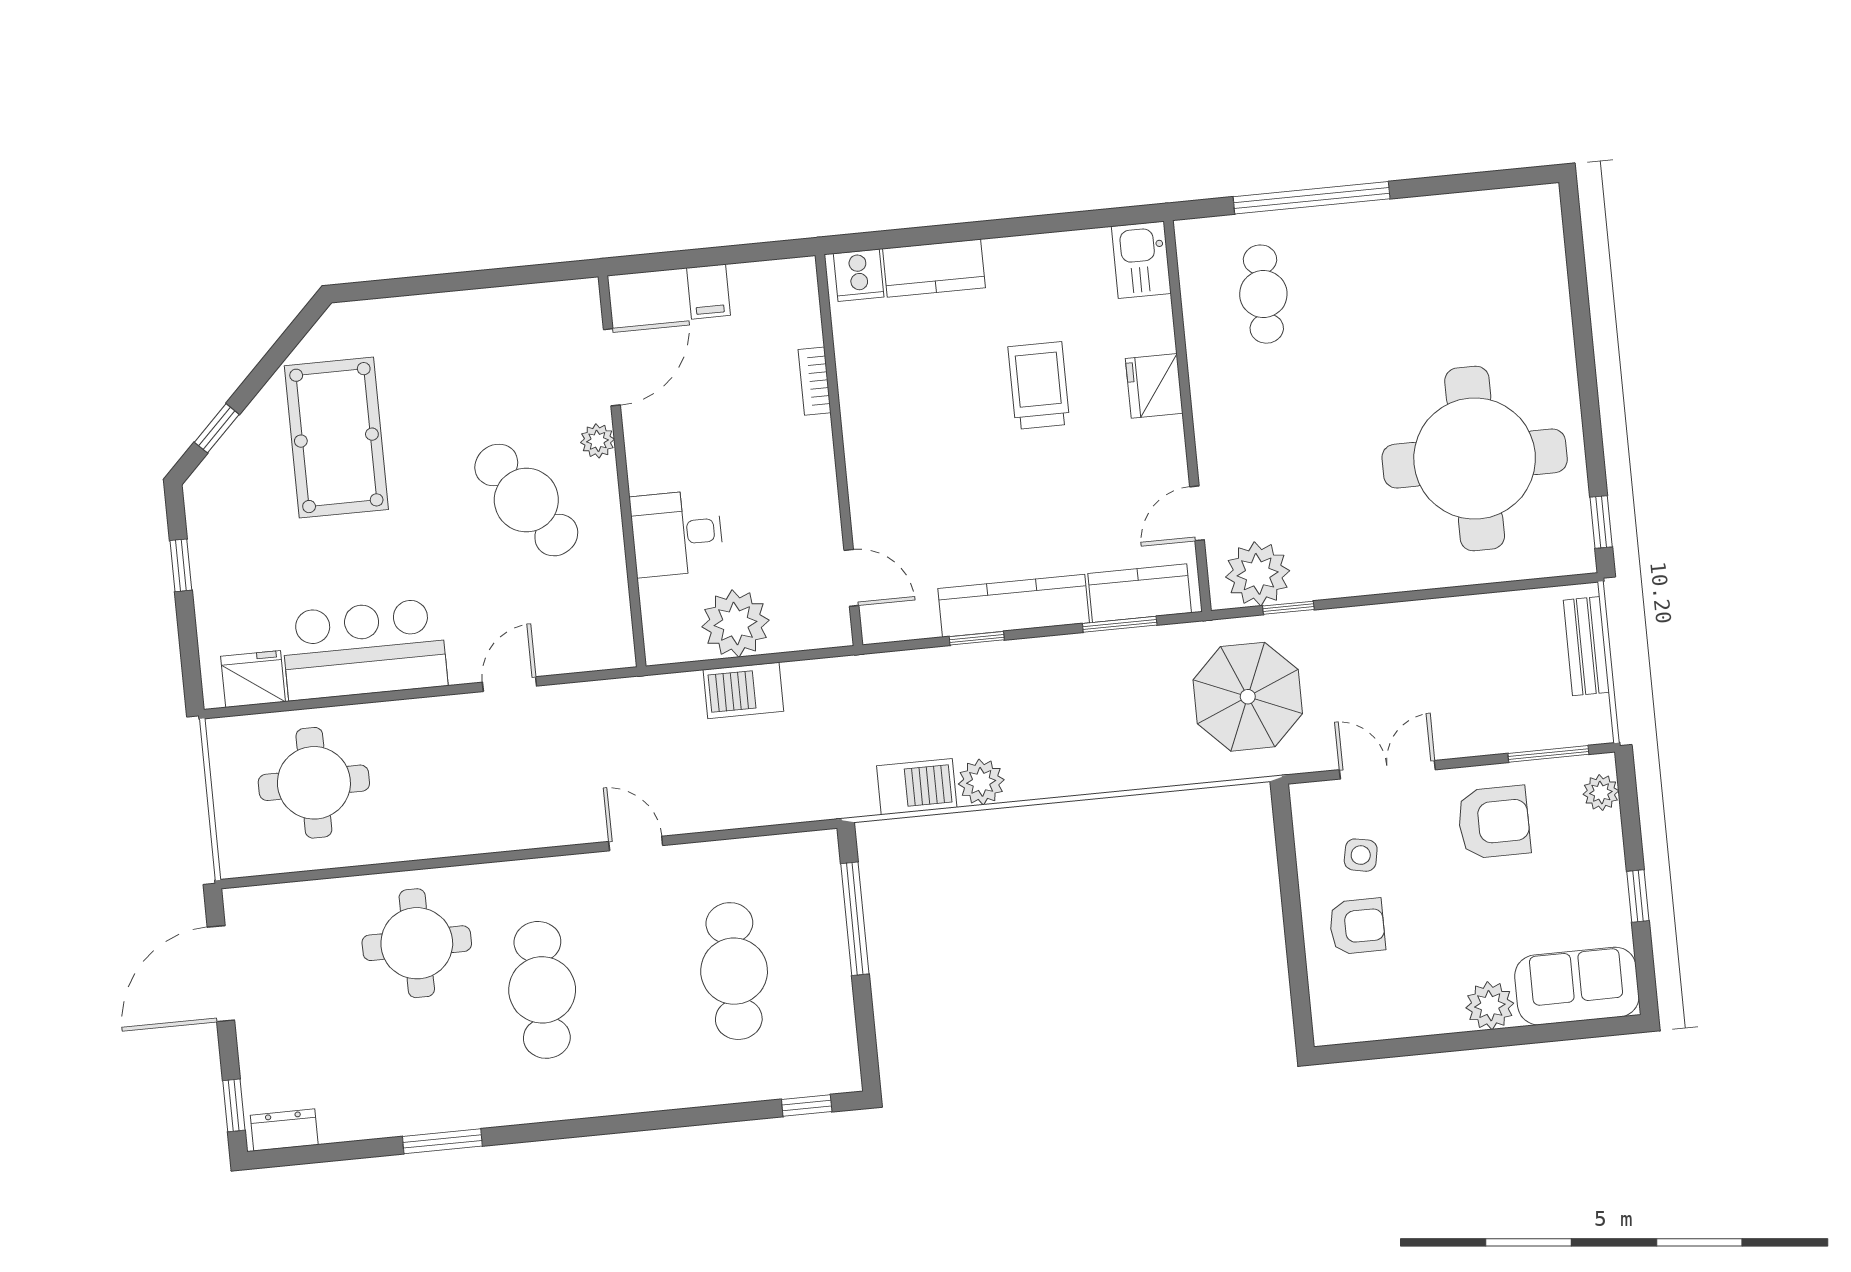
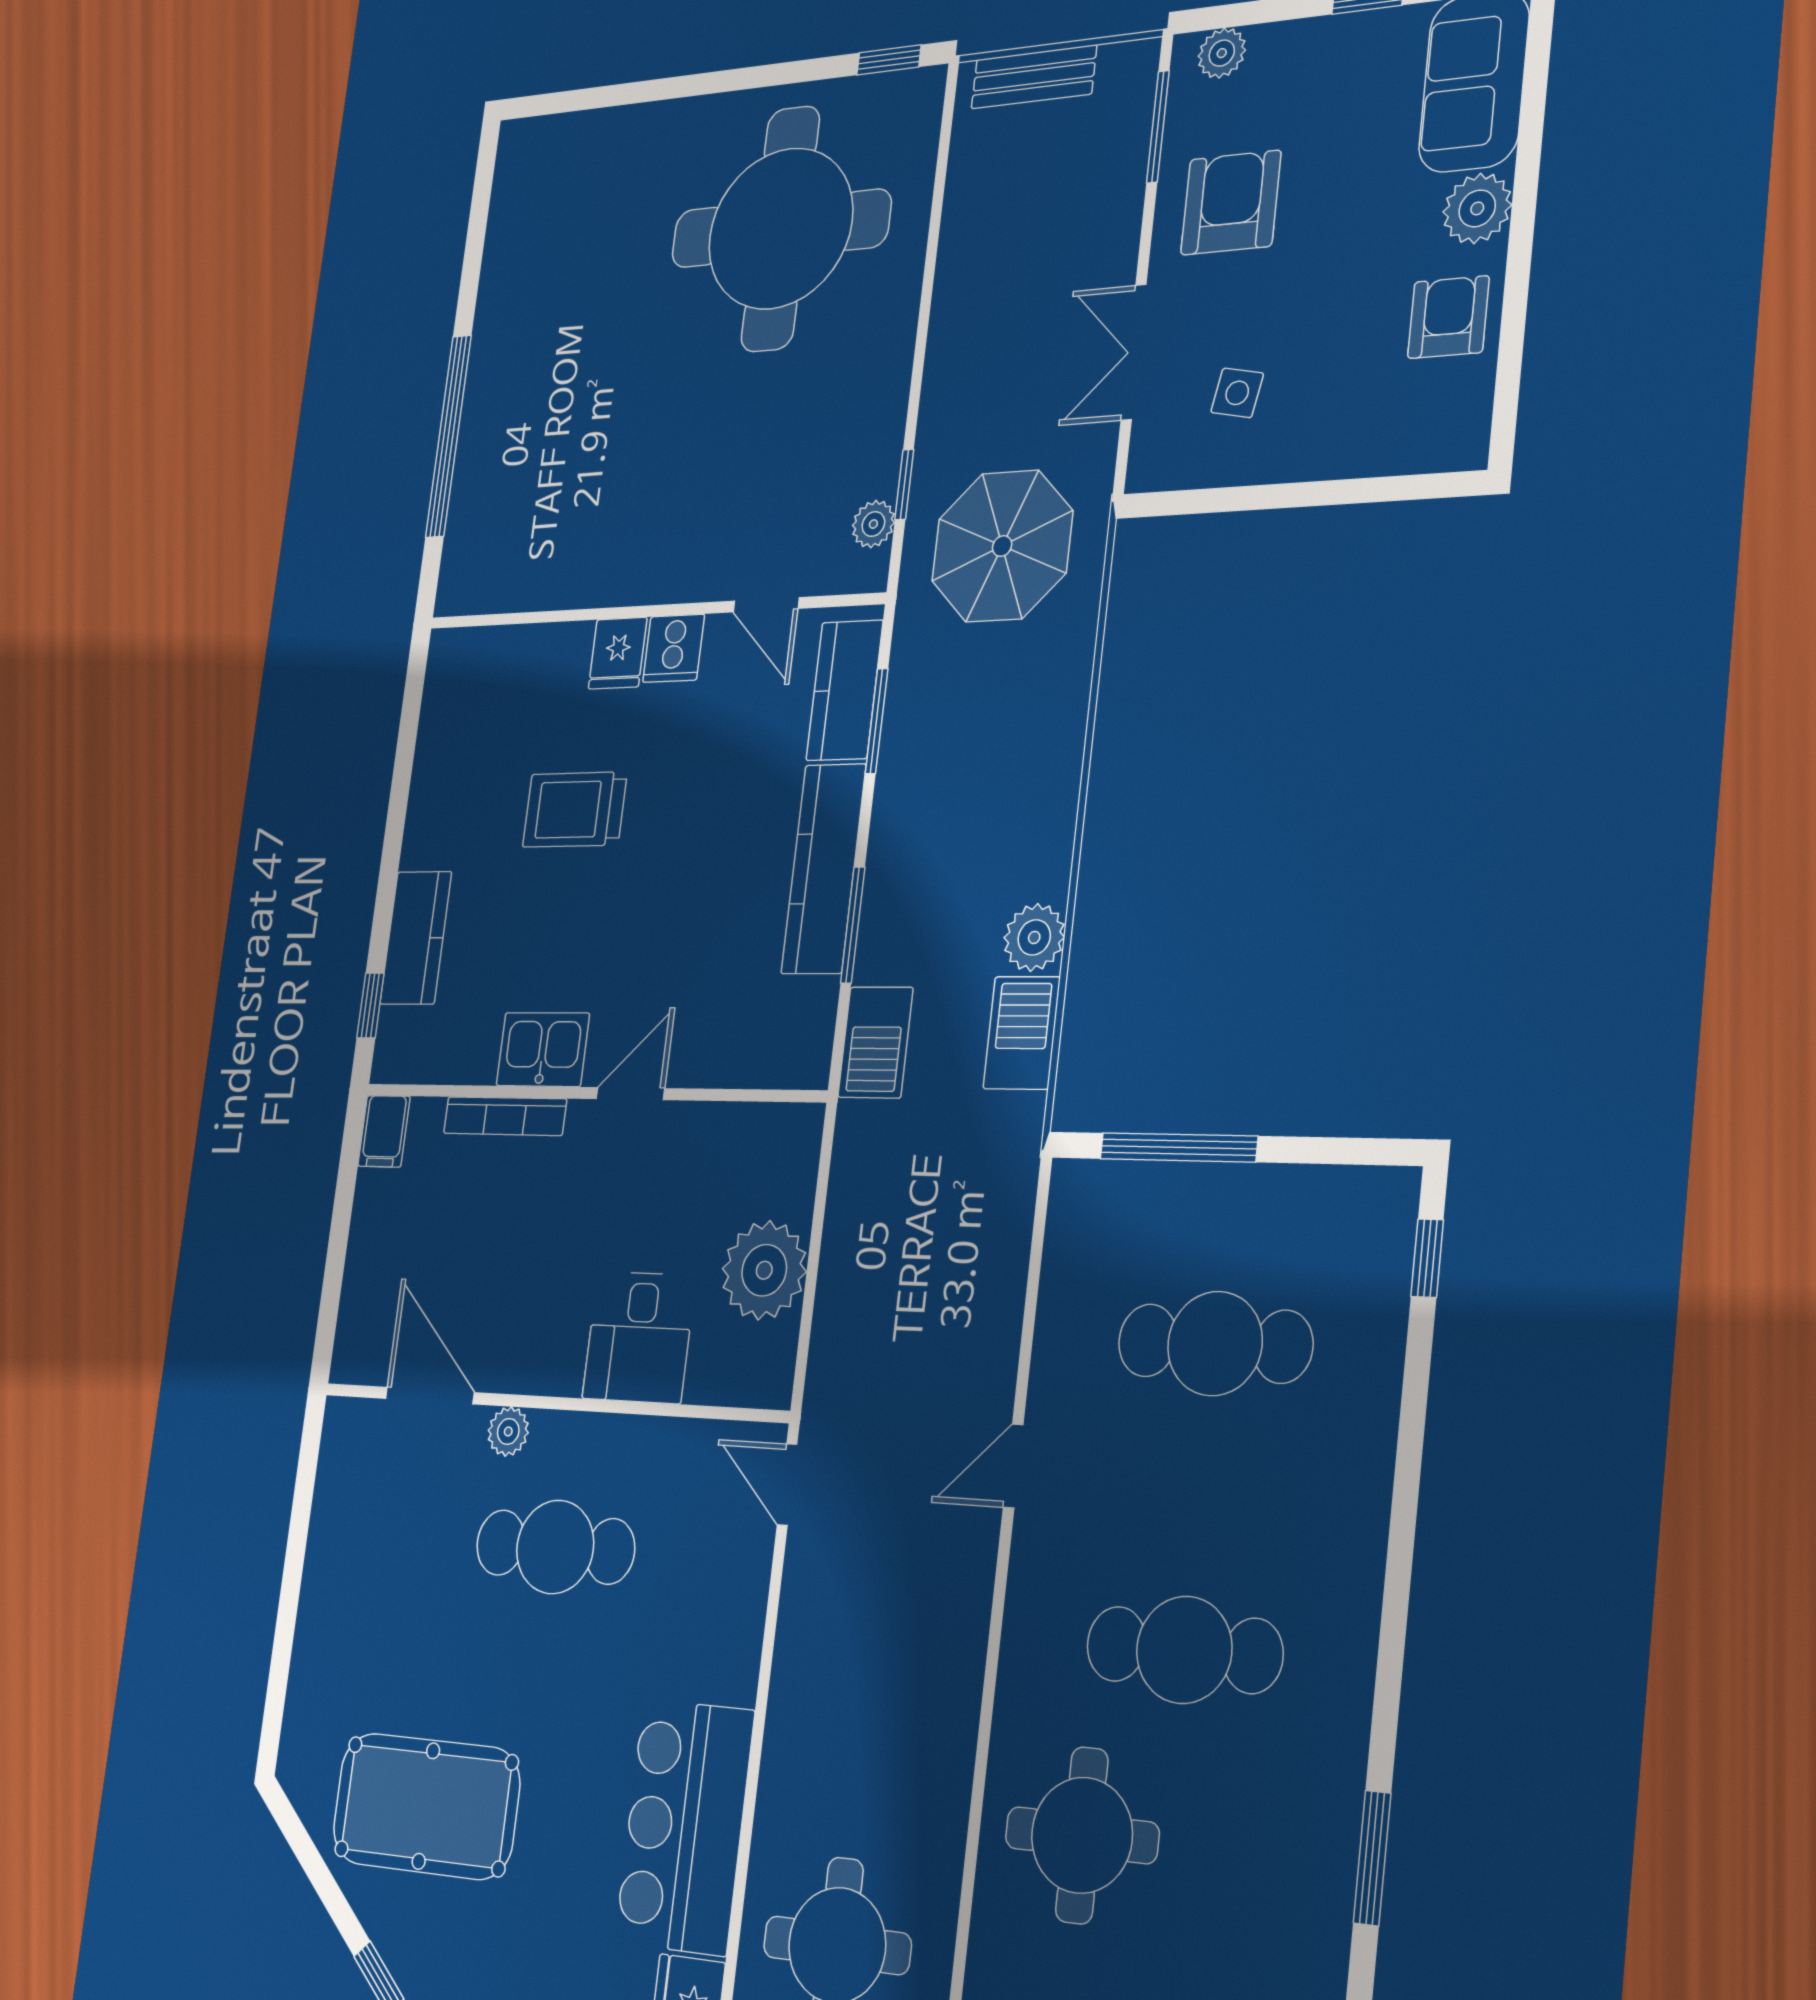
window: (881, 240) -> (370, 1005), added
kitchen sink: (1141, 260) -> (543, 1049), moved, turned 180
cooker: (859, 275) -> (674, 648), moved, turned 90
filing cabinet: (709, 292) -> (384, 1131), moved, turned 90
cafe table: (1263, 294) -> (538, 503), removed
bookcase: (815, 381) -> (505, 1116), width x1.56
fridge: (1154, 386) -> (618, 653), width x0.72
cafe table: (526, 500) -> (555, 1547), turned 35
plant: (1258, 574) -> (873, 524), width x0.53, depth x0.53
door: (851, 578) -> (630, 1094), moved
window: (977, 638) -> (853, 925), width x1.50
door: (510, 684) -> (787, 1485), moved
barbecue: (743, 690) -> (875, 1042), moved
armchair: (1357, 926) -> (1448, 317), moved

